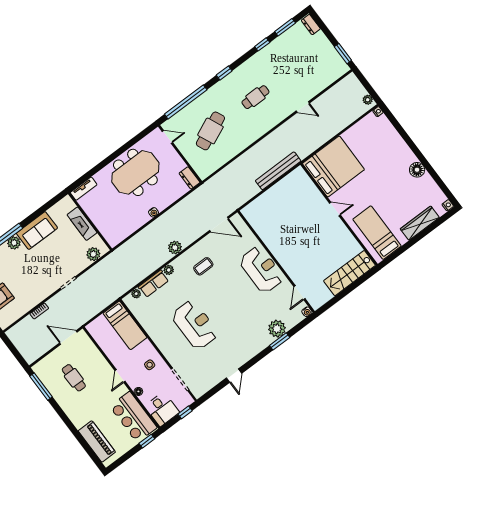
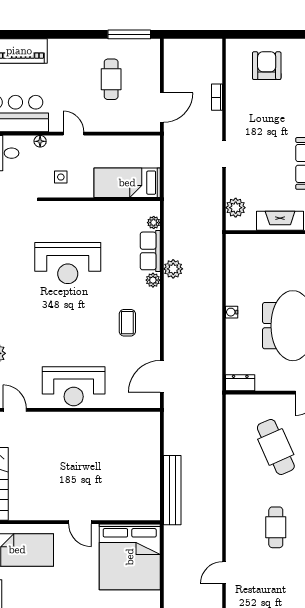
door: (335, 209) -> (80, 522), hinge flipped
plant: (175, 248) -> (173, 269), moved
cafe table: (74, 378) -> (111, 79), turned 90

